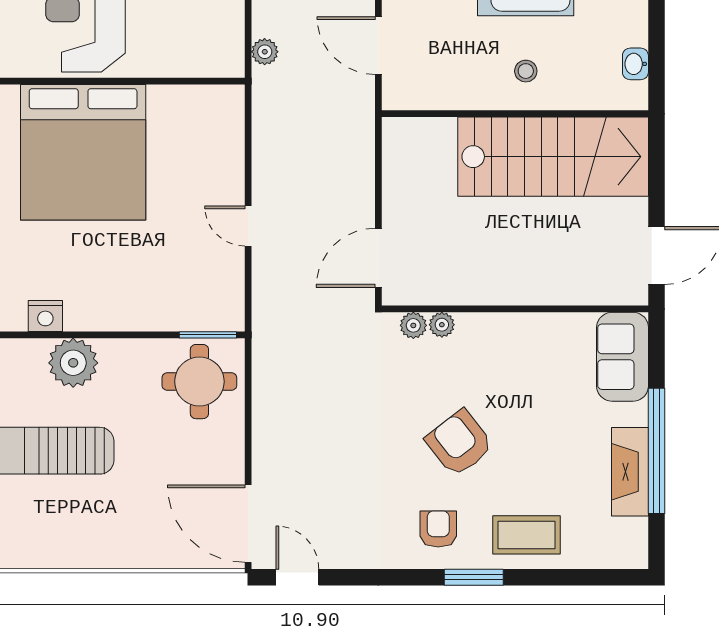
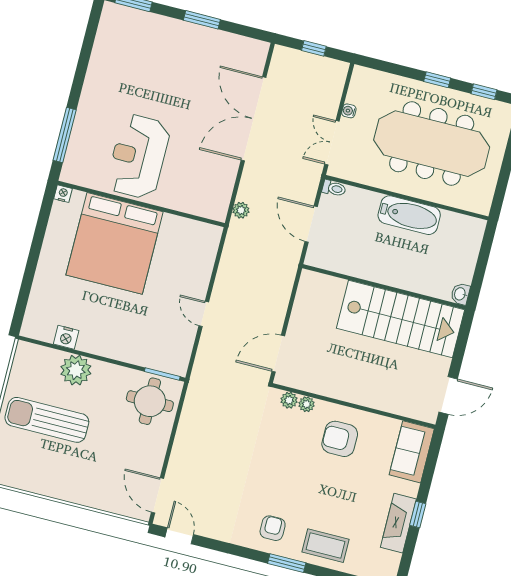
washbasin: (635, 64) -> (460, 294), moved
stool: (526, 71) -> (397, 263), removed
armchair: (459, 443) -> (340, 439), moved, turned -52
window: (656, 451) -> (418, 514), width x0.32
door: (248, 524) -> (158, 495), width x0.73

